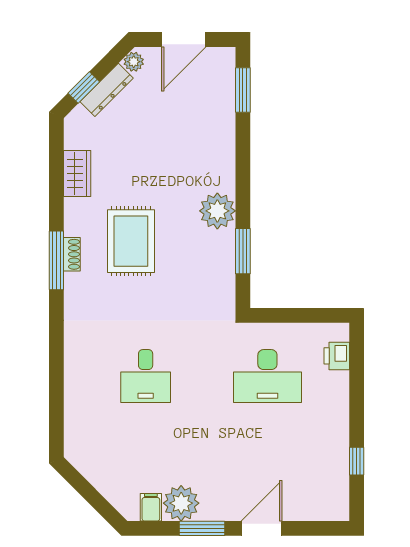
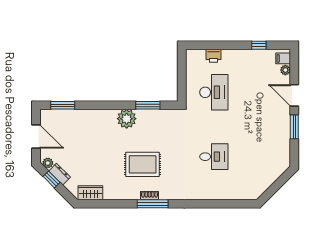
window: (84, 87) -> (52, 179), moved
dresser: (107, 90) -> (60, 174), width x0.70
wardrobe: (77, 173) -> (90, 193), moved
printer: (337, 356) -> (213, 56), moved
plant: (181, 503) -> (285, 70), moved, width x0.53, depth x0.53
filing cabinet: (151, 507) -> (283, 58), moved

